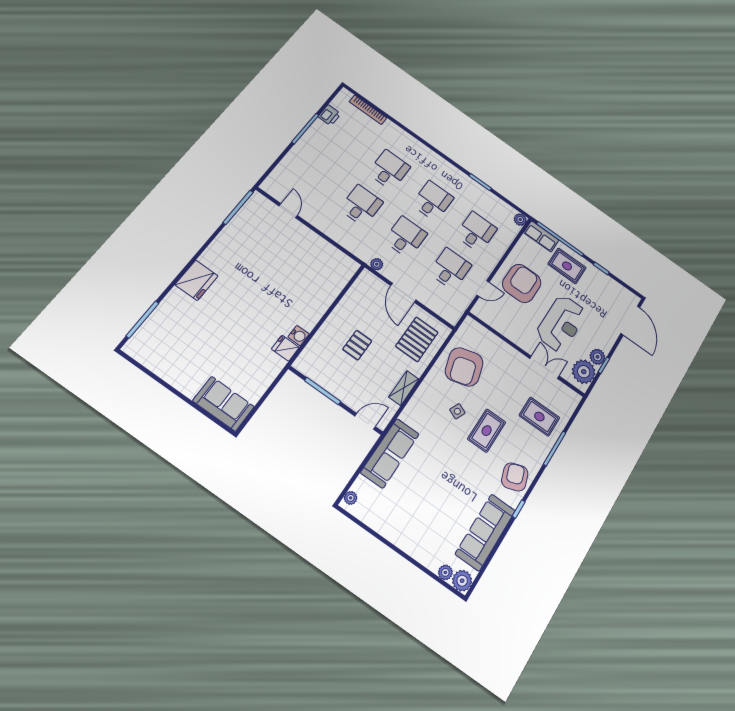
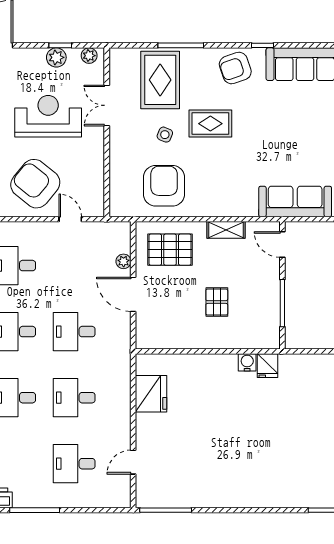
plant: (377, 264) -> (124, 261), moved
desk: (450, 269) -> (74, 464), moved
fridge: (197, 280) -> (151, 394), moved, turned 90
armchair: (522, 283) -> (35, 184), turned 39
door: (403, 293) -> (133, 294), swing flipped
pallet: (357, 345) -> (217, 302), turned 90
armchair: (464, 367) -> (164, 186), turned -74
plant: (584, 372) -> (89, 56), width x0.53, depth x0.53
side table: (457, 411) -> (165, 135), moved
rug: (539, 417) -> (160, 80), width x1.36, depth x1.43

